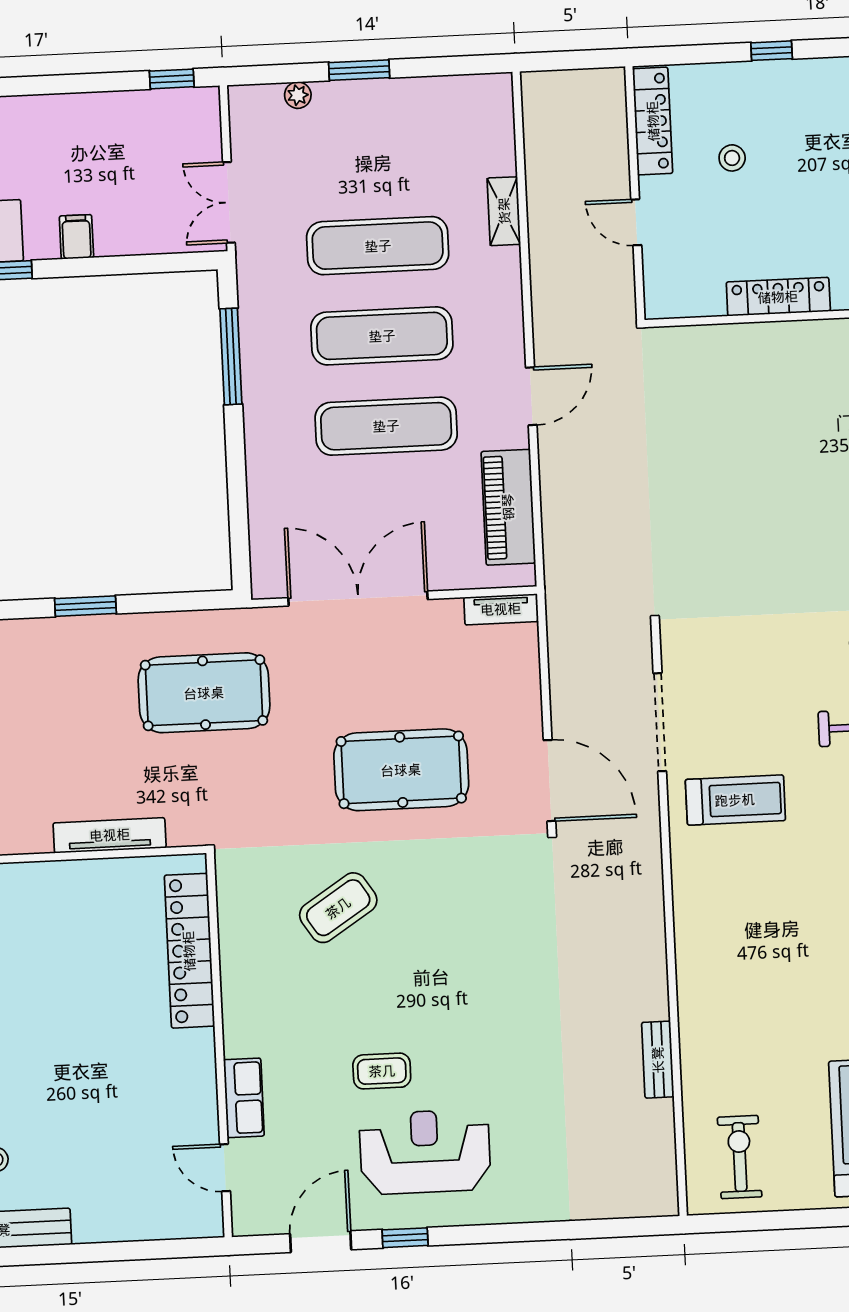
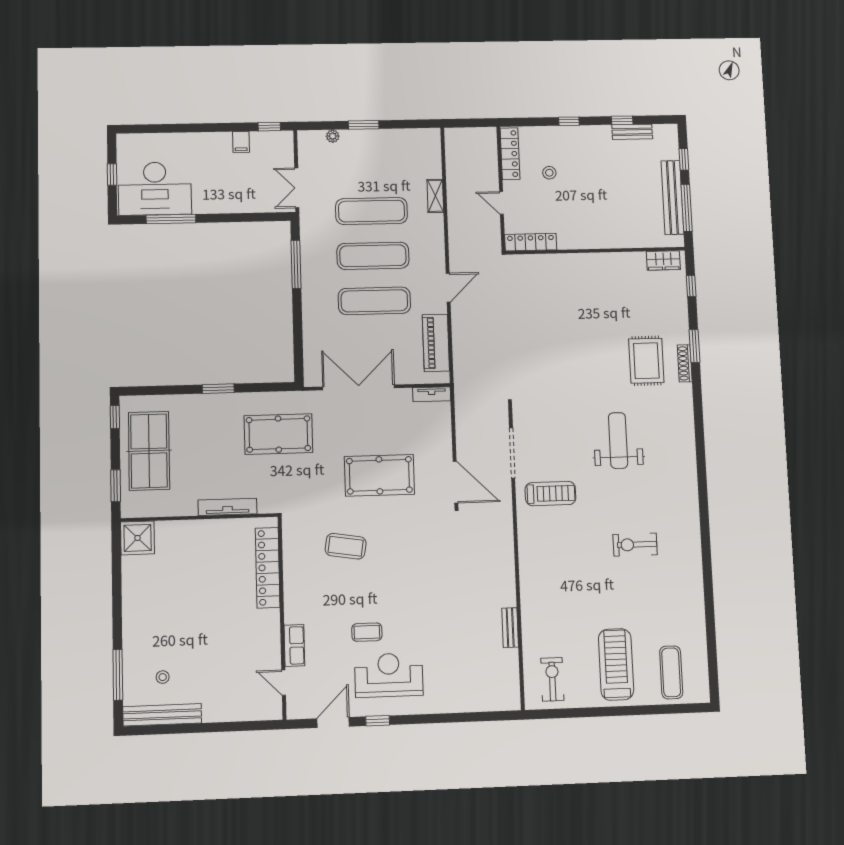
filing cabinet: (76, 237) -> (241, 142), moved, turned 180
locker: (778, 297) -> (531, 242), moved
coffee table: (338, 908) -> (346, 546), turned 42

